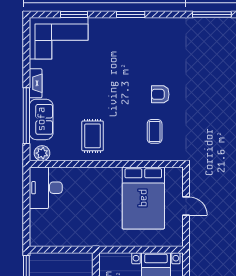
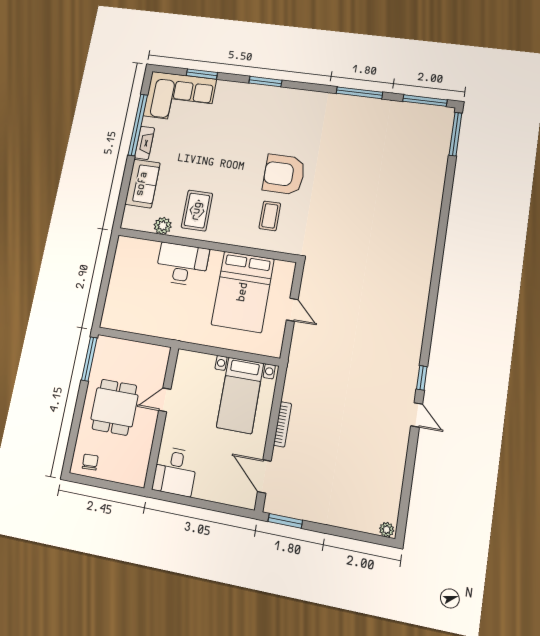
armchair: (160, 94) -> (284, 174), width x1.88, depth x1.88
window: (26, 116) -> (138, 125), moved
plant: (42, 153) -> (163, 226), moved
desk: (46, 188) -> (182, 264), moved, turned 90

